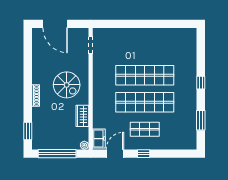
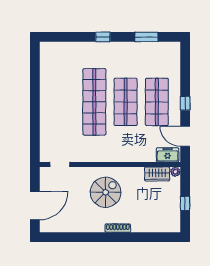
shop shelf: (145, 102) -> (126, 102), width x0.71
wardrobe: (82, 116) -> (157, 174), moved
shop shelf: (145, 129) -> (157, 102), width x1.43, depth x1.36
window: (28, 131) -> (159, 237), removed
window: (57, 154) -> (185, 203), width x0.32

